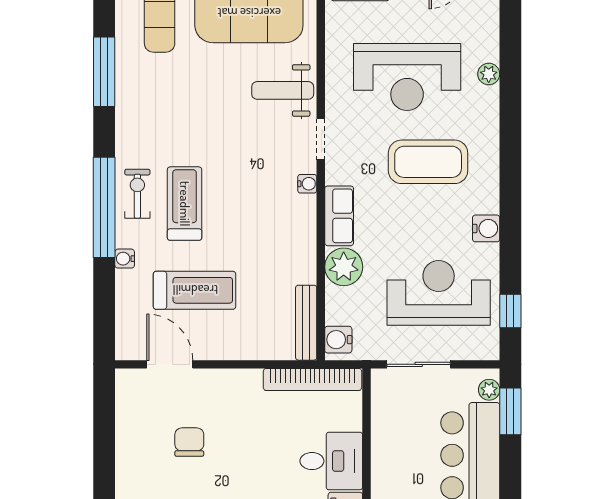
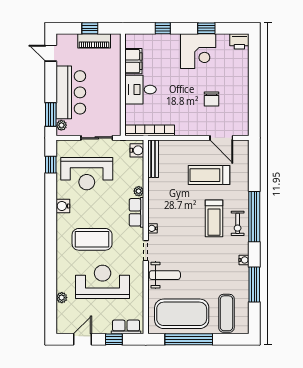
plant: (489, 74) -> (62, 298), moved
water cooler: (125, 259) -> (244, 260), moved
plant: (344, 267) -> (139, 191), width x0.53, depth x0.53

